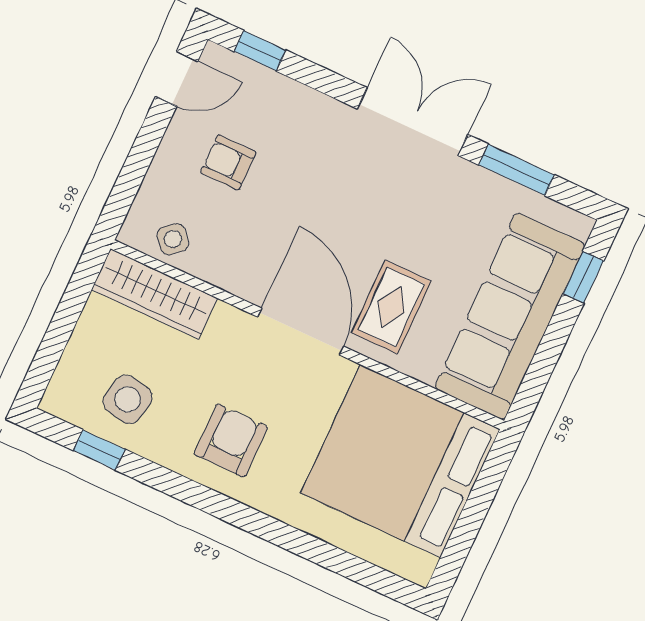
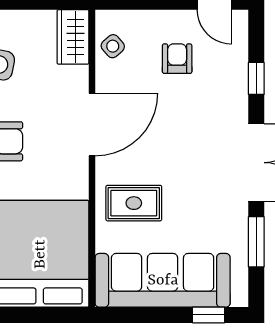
window: (260, 51) -> (256, 78), moved
wardrobe: (154, 294) -> (73, 37), width x0.67
door: (301, 332) -> (92, 125), moved

